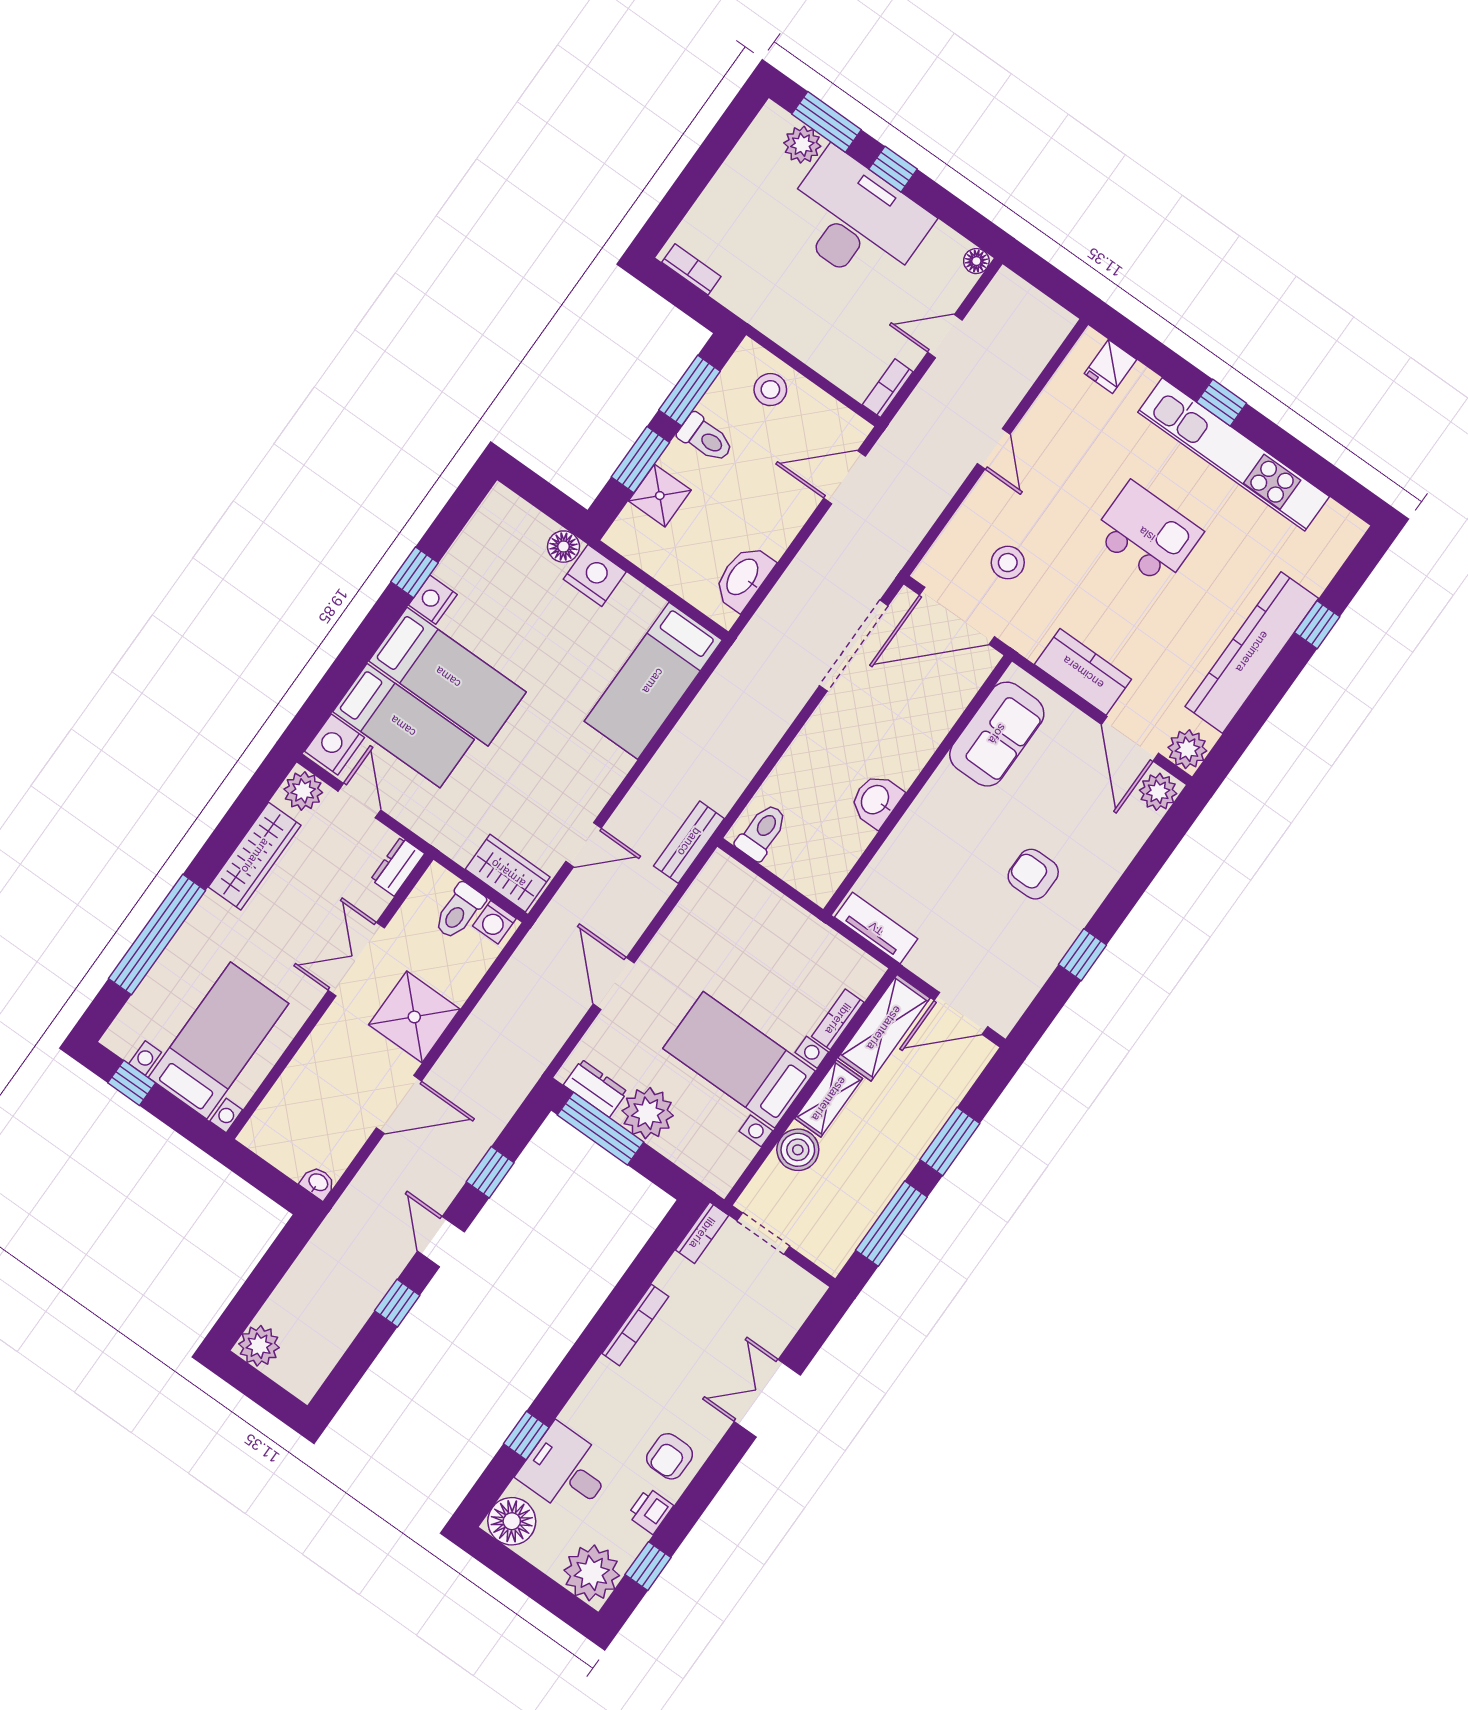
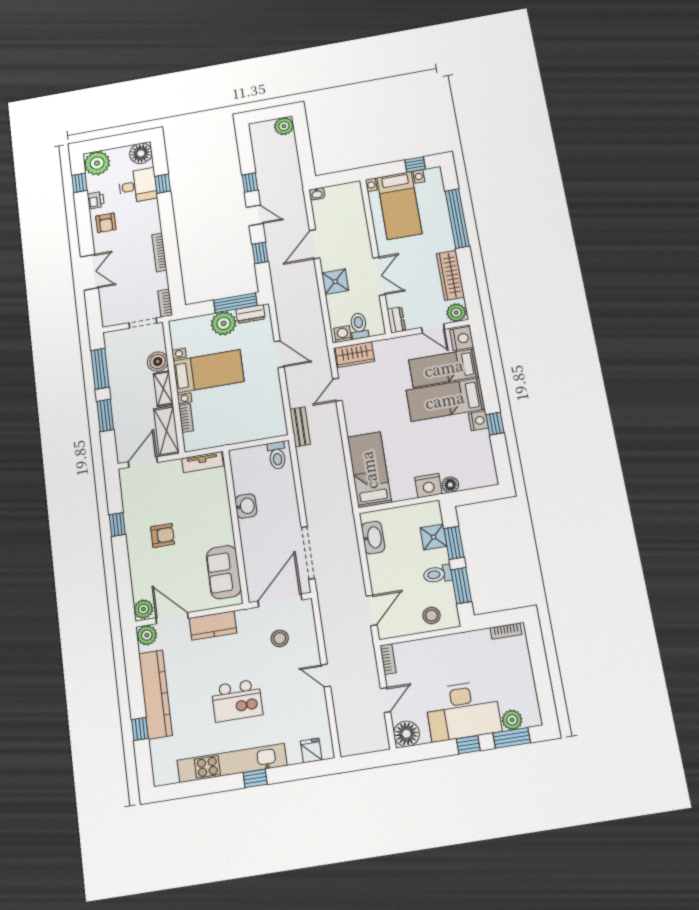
floor lamp: (976, 261) -> (407, 734), width x1.89, depth x1.89
shower: (414, 1017) -> (335, 282), width x0.73, depth x0.73
armchair: (670, 1456) -> (106, 223), turned 180

